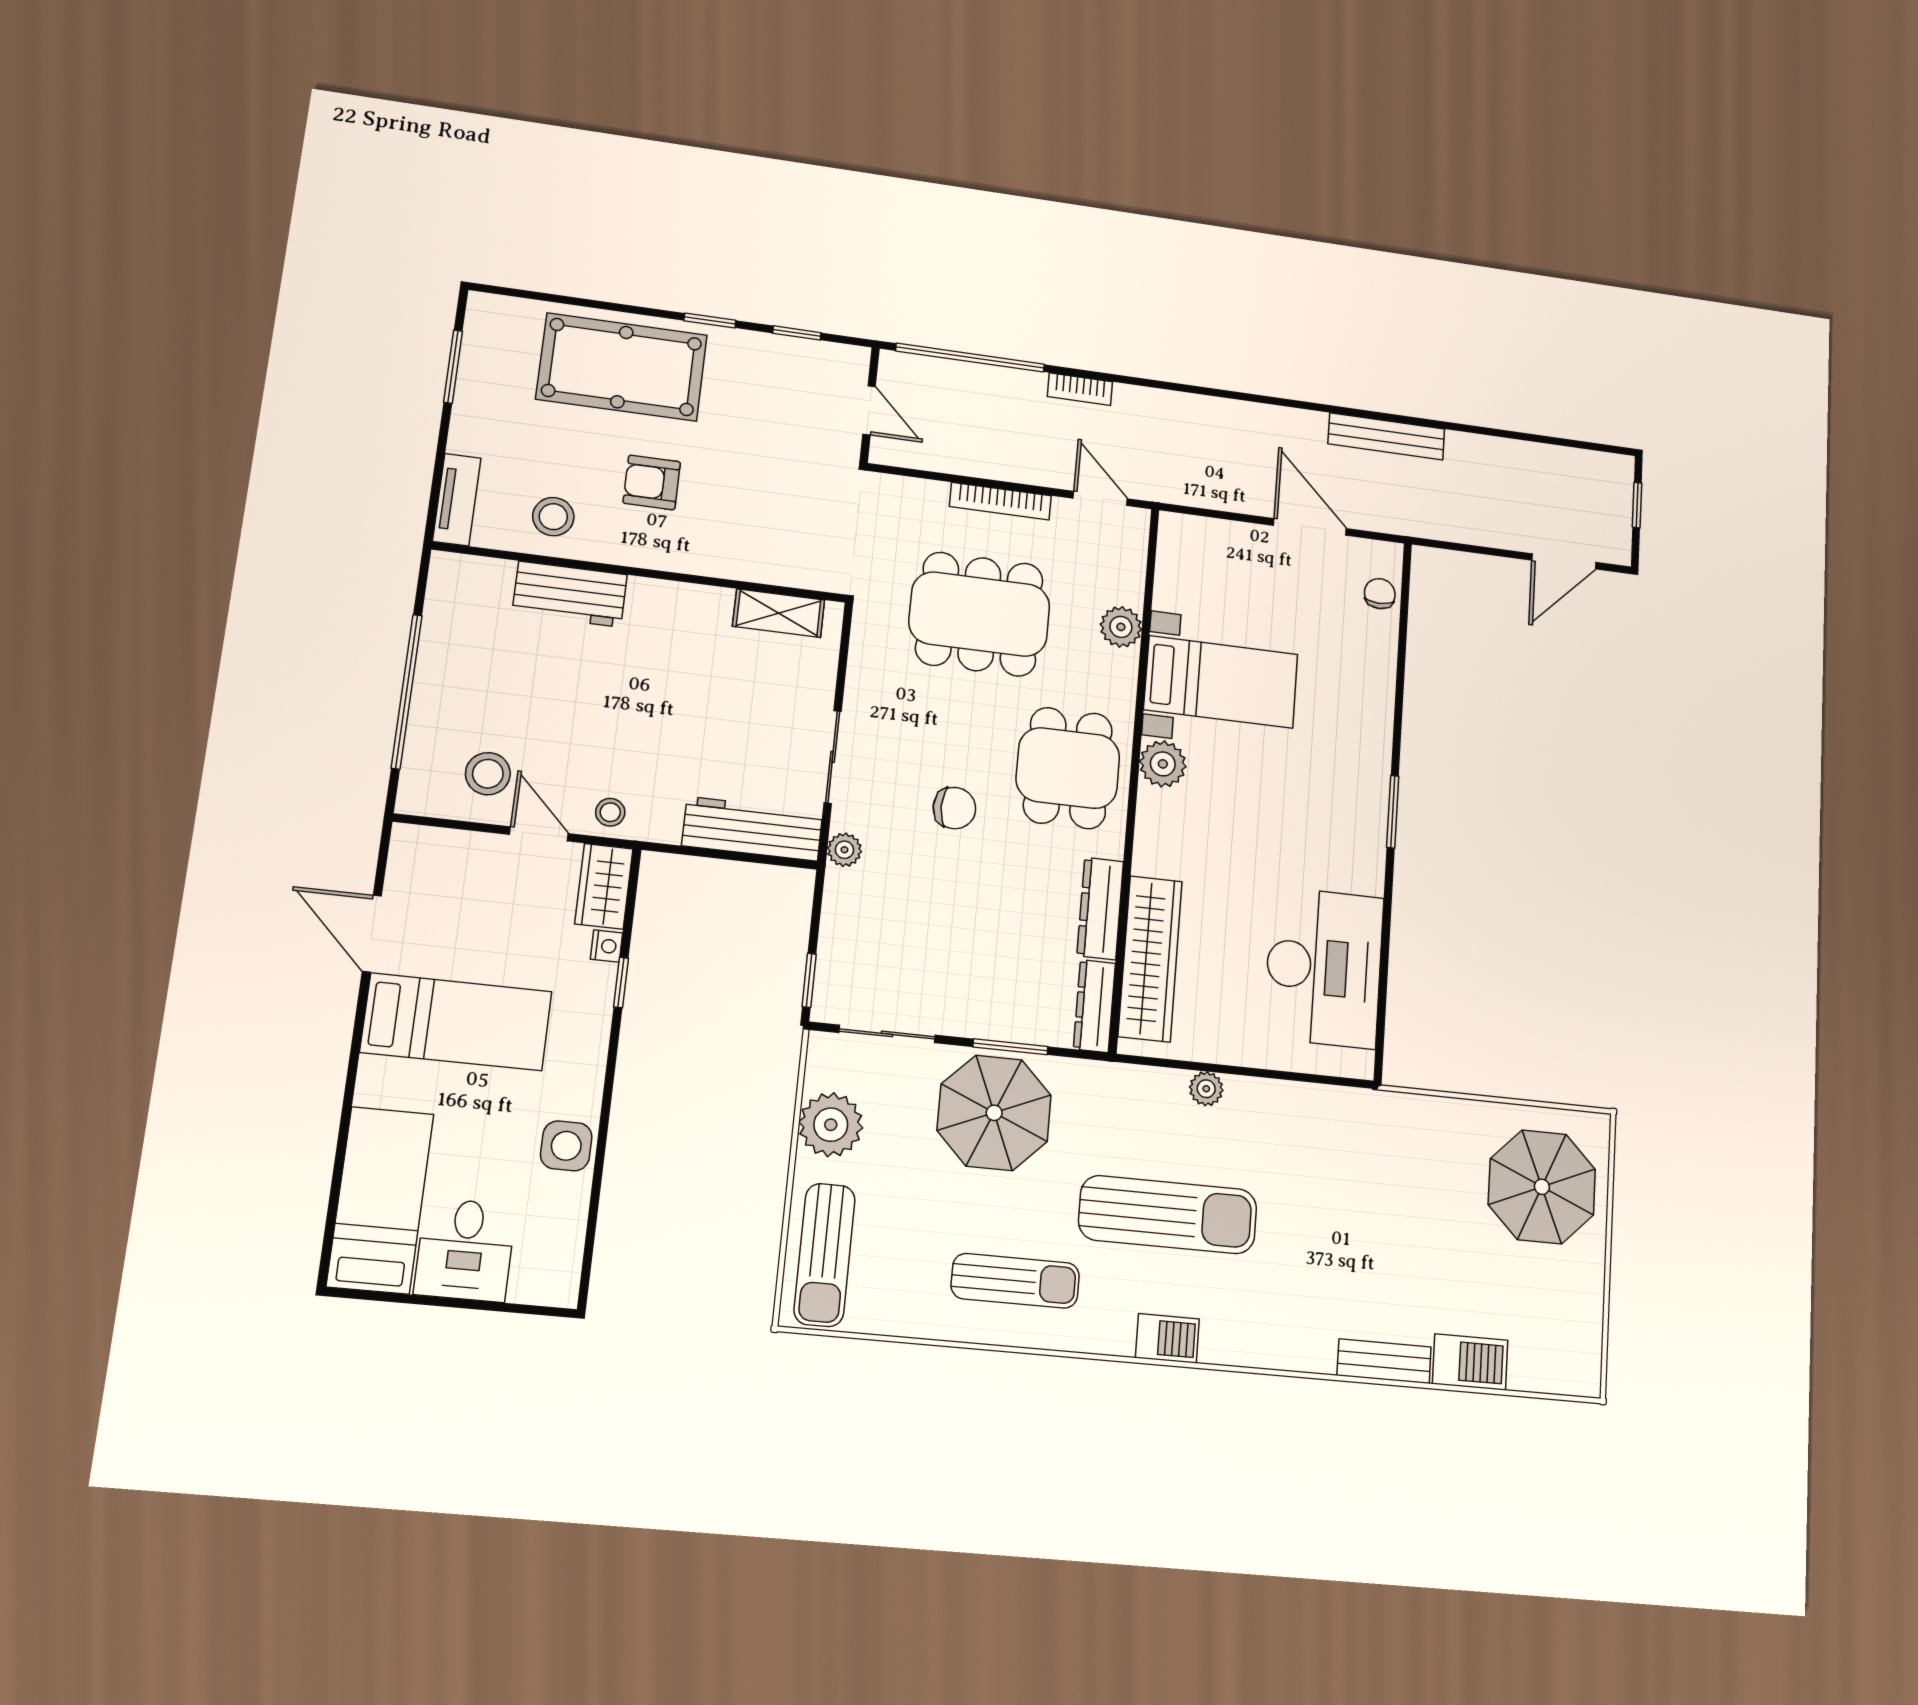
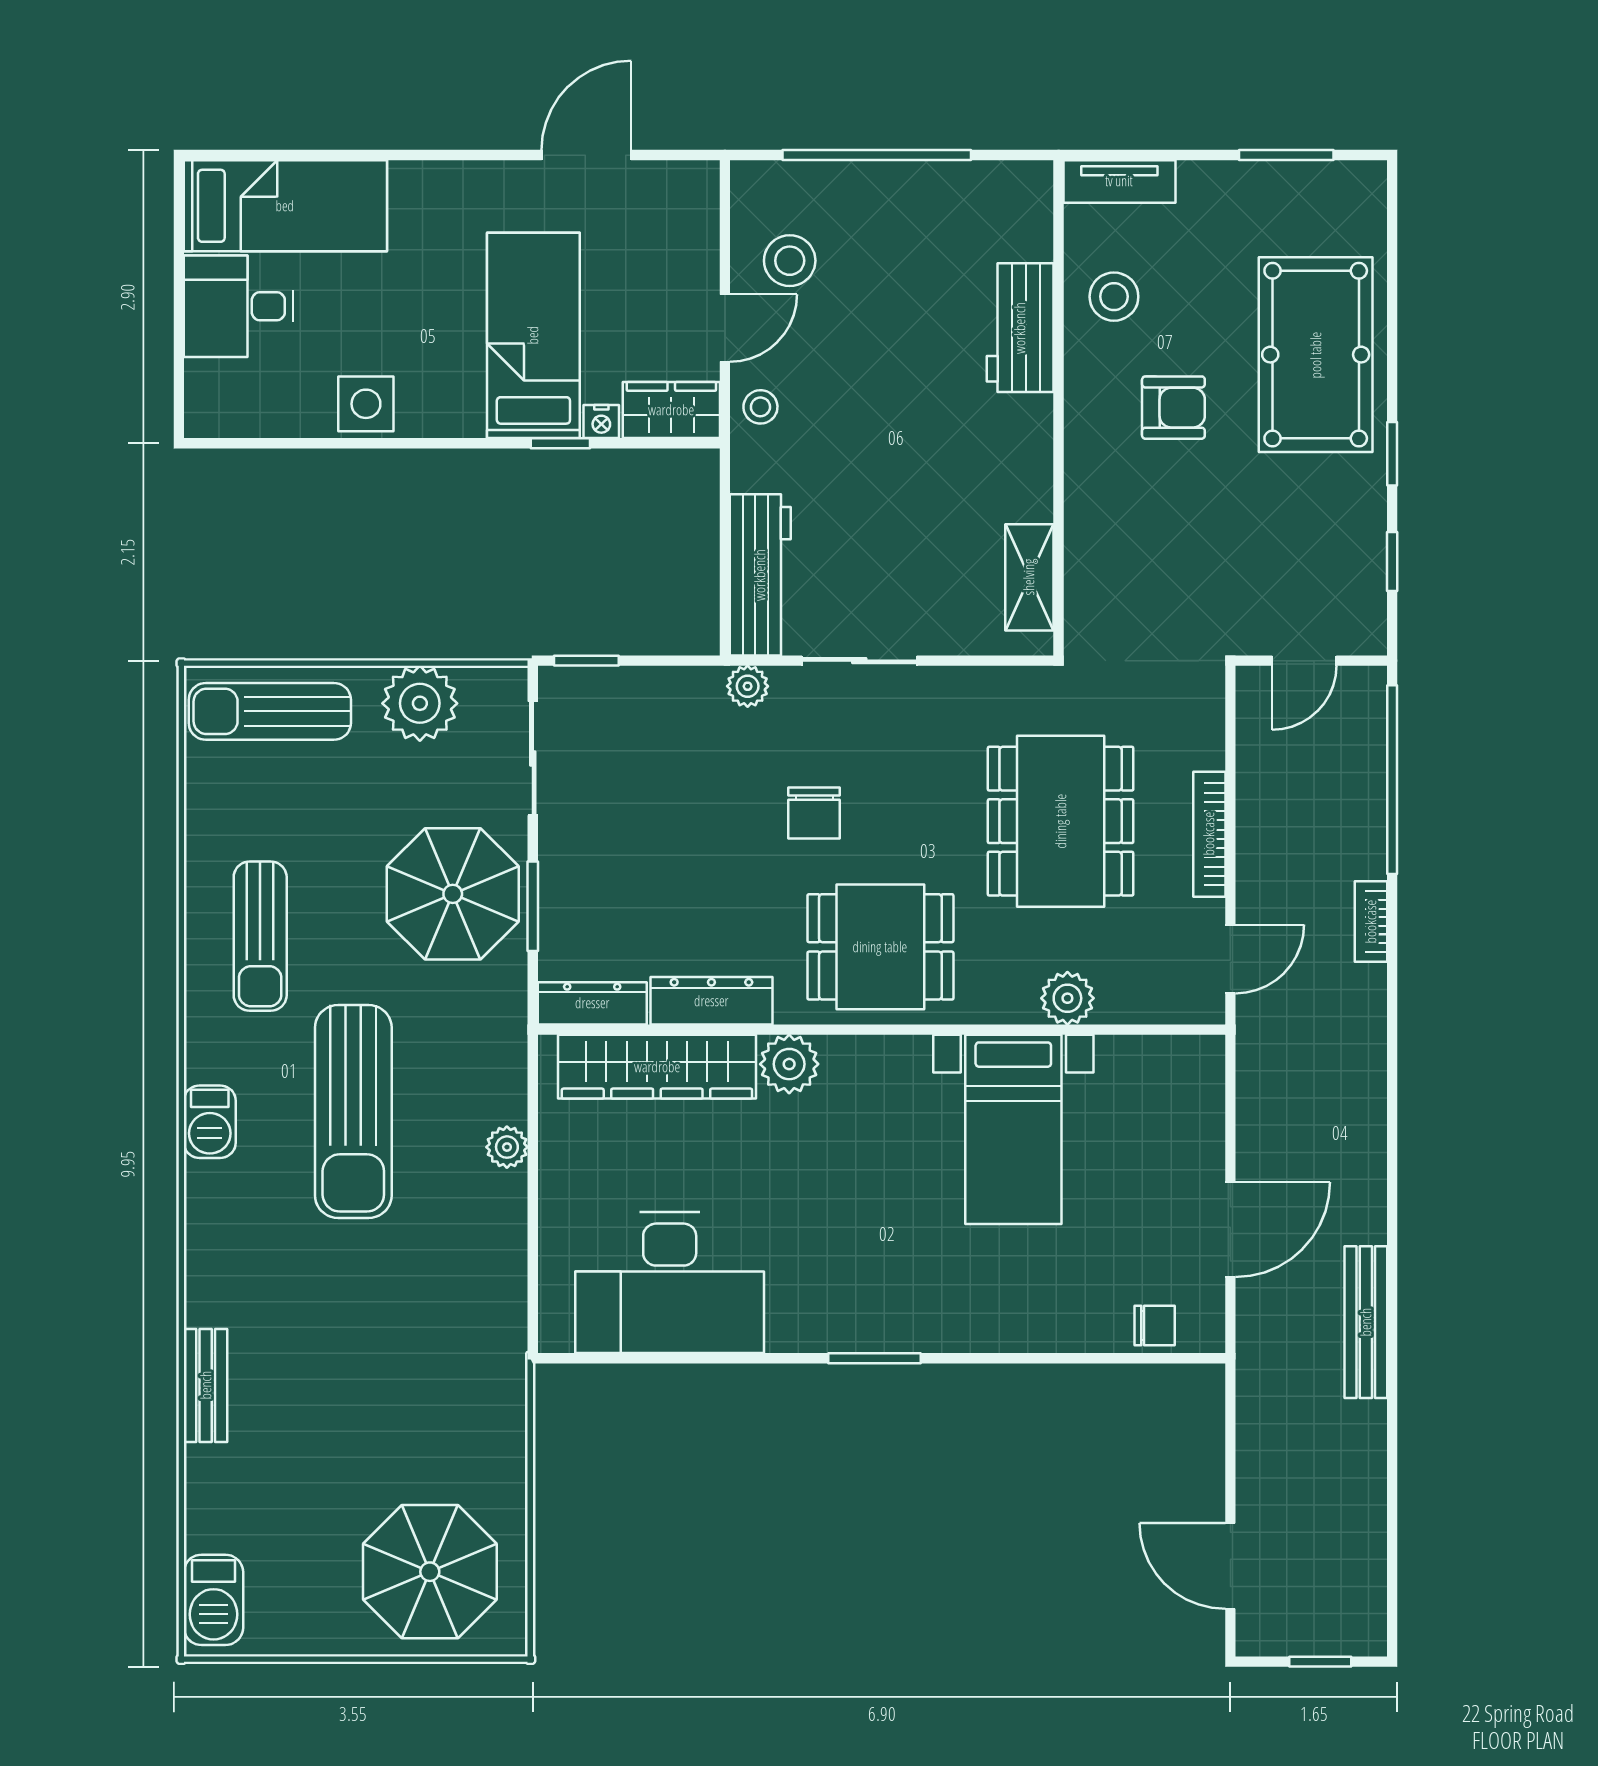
armchair: (652, 482) -> (1173, 408), turned 90
plant: (1163, 764) -> (789, 1064), moved
bed: (456, 1022) -> (533, 335), moved, turned 180
barbecue: (1470, 1362) -> (213, 1600), moved

